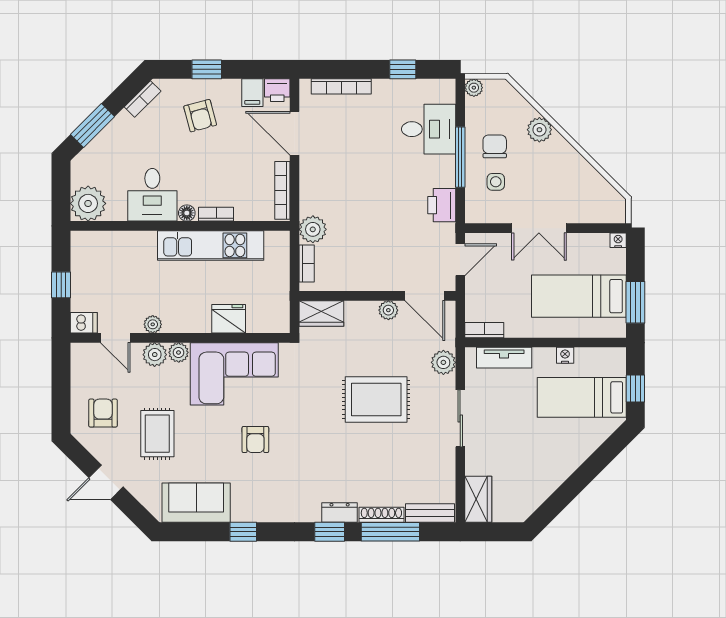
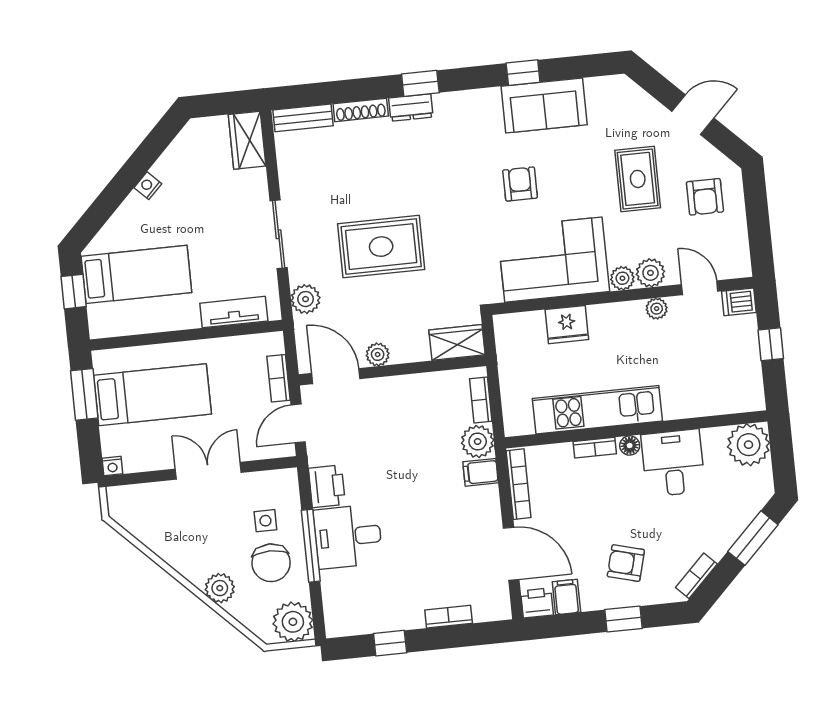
bookcase: (341, 86) -> (449, 617), width x0.64
plant: (474, 88) -> (293, 622), width x1.87, depth x1.87
armchair: (200, 116) -> (626, 563), turned -60
desk: (429, 129) -> (348, 537), moved
chair: (495, 146) -> (271, 563), width x1.37, depth x1.37
filing cabinet: (313, 204) -> (481, 472), added
bookcase: (484, 330) -> (279, 378), moved, turned 90
nightstand: (565, 355) -> (148, 186), moved, turned 135
sofa: (196, 503) -> (544, 106), moved
window: (390, 532) -> (348, 91), removed

